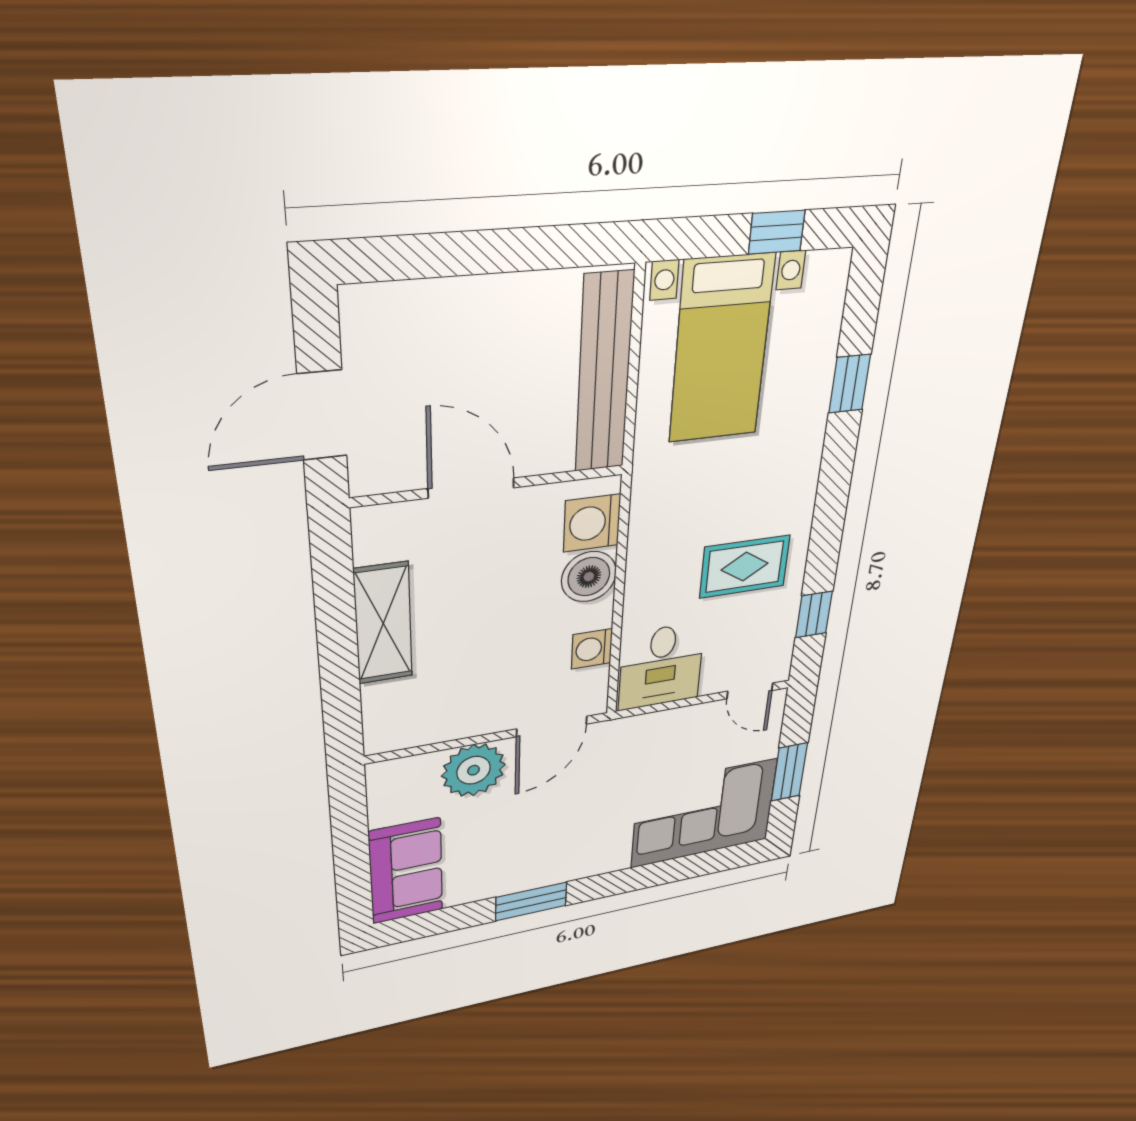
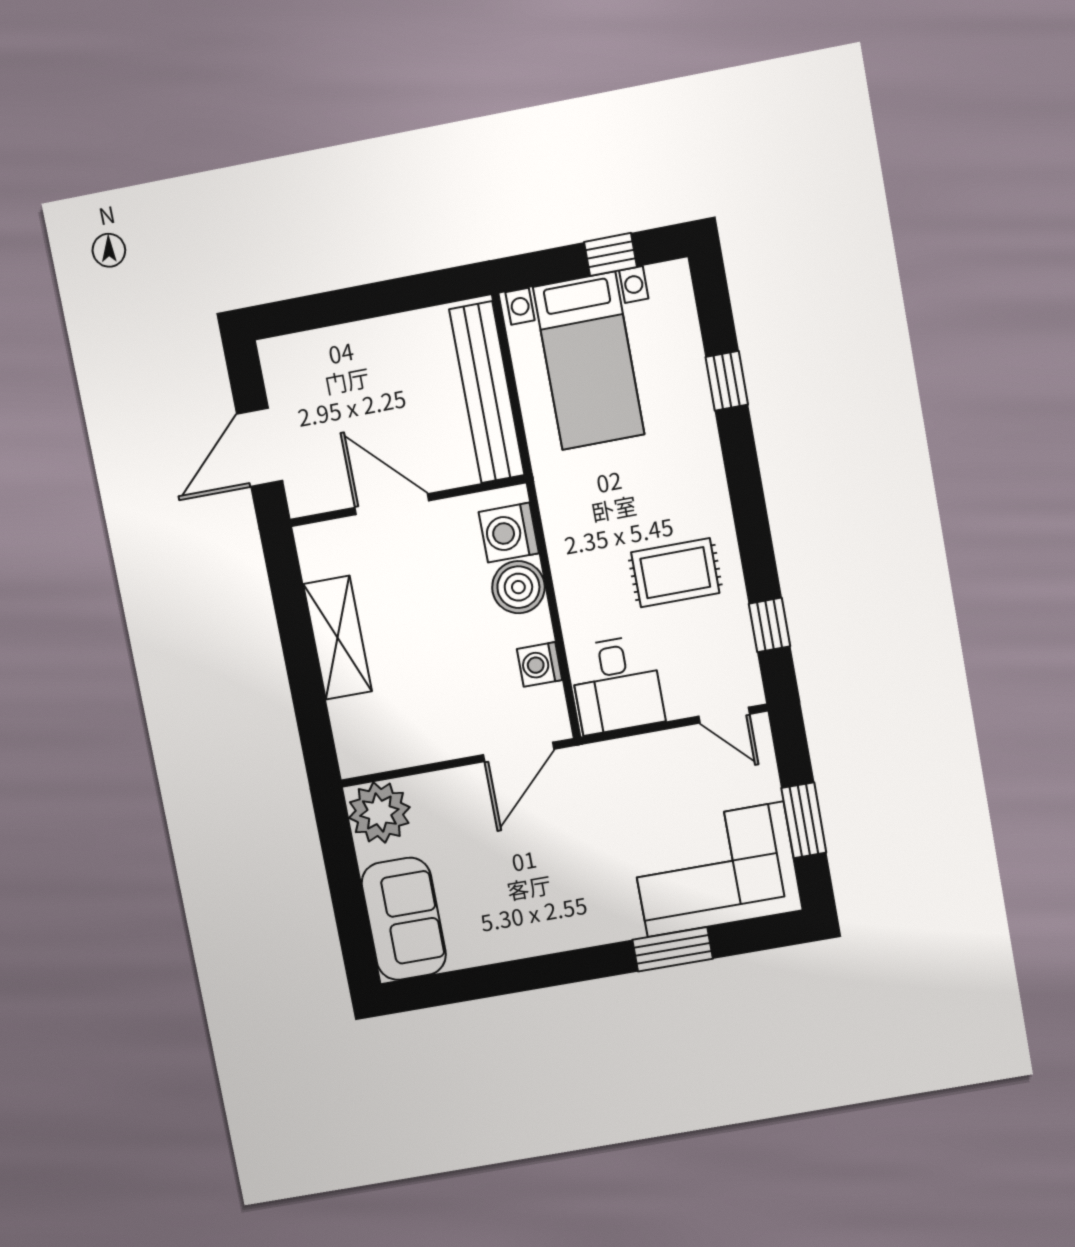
plant: (474, 770) -> (379, 813), moved
window: (531, 901) -> (673, 949), moved

